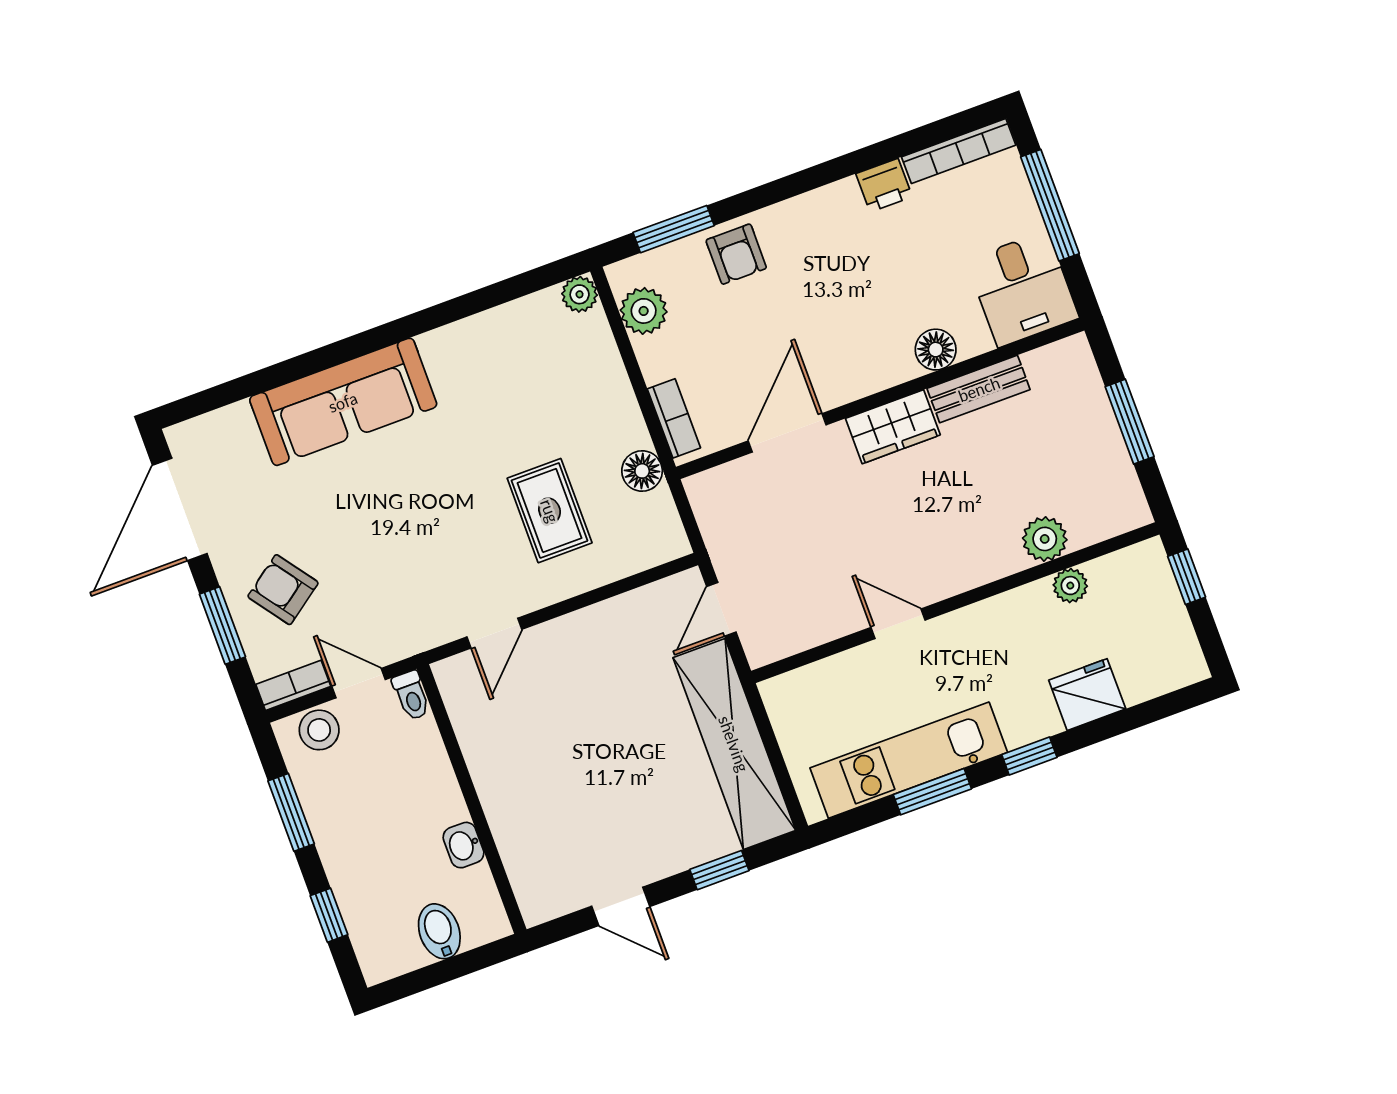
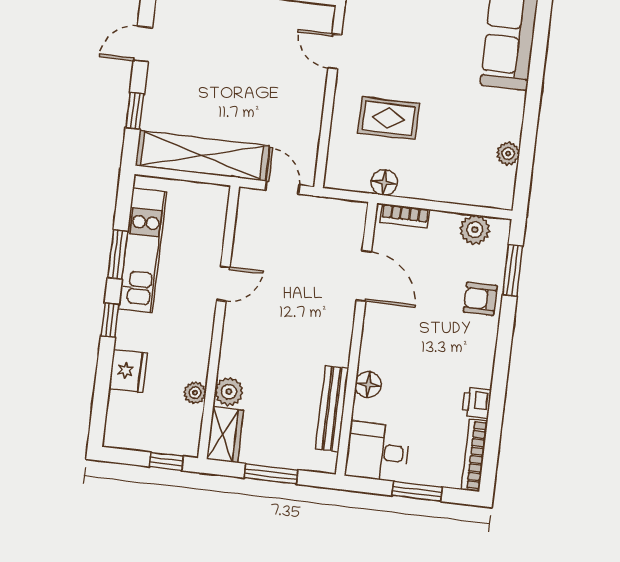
window: (1050, 205) -> (417, 491), width x0.69
plant: (580, 294) -> (508, 154), moved
bench: (979, 389) -> (332, 409), width x1.36
wardrobe: (893, 427) -> (225, 435), moved, turned 180

